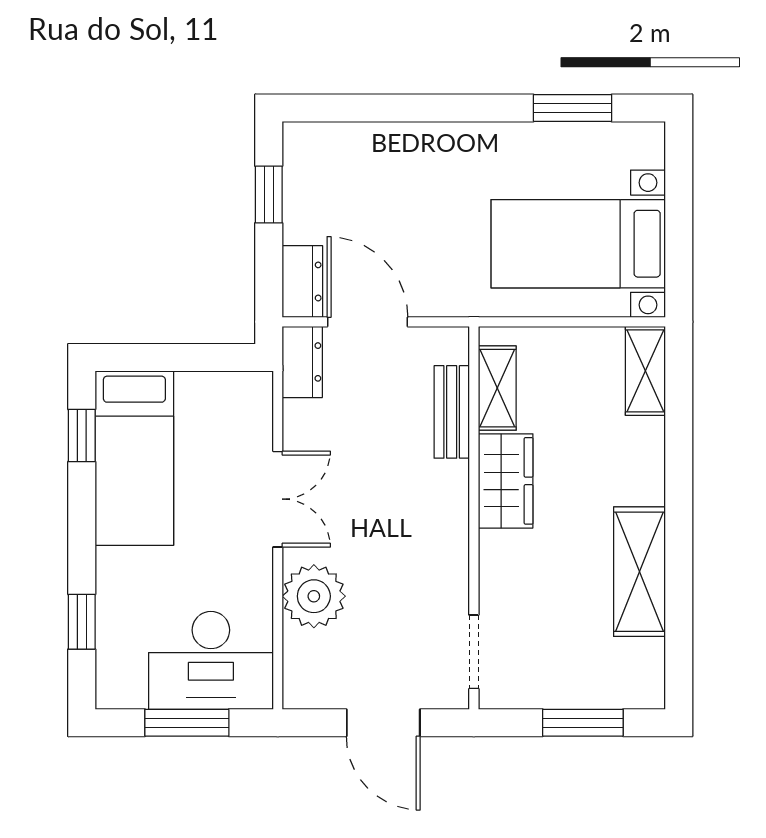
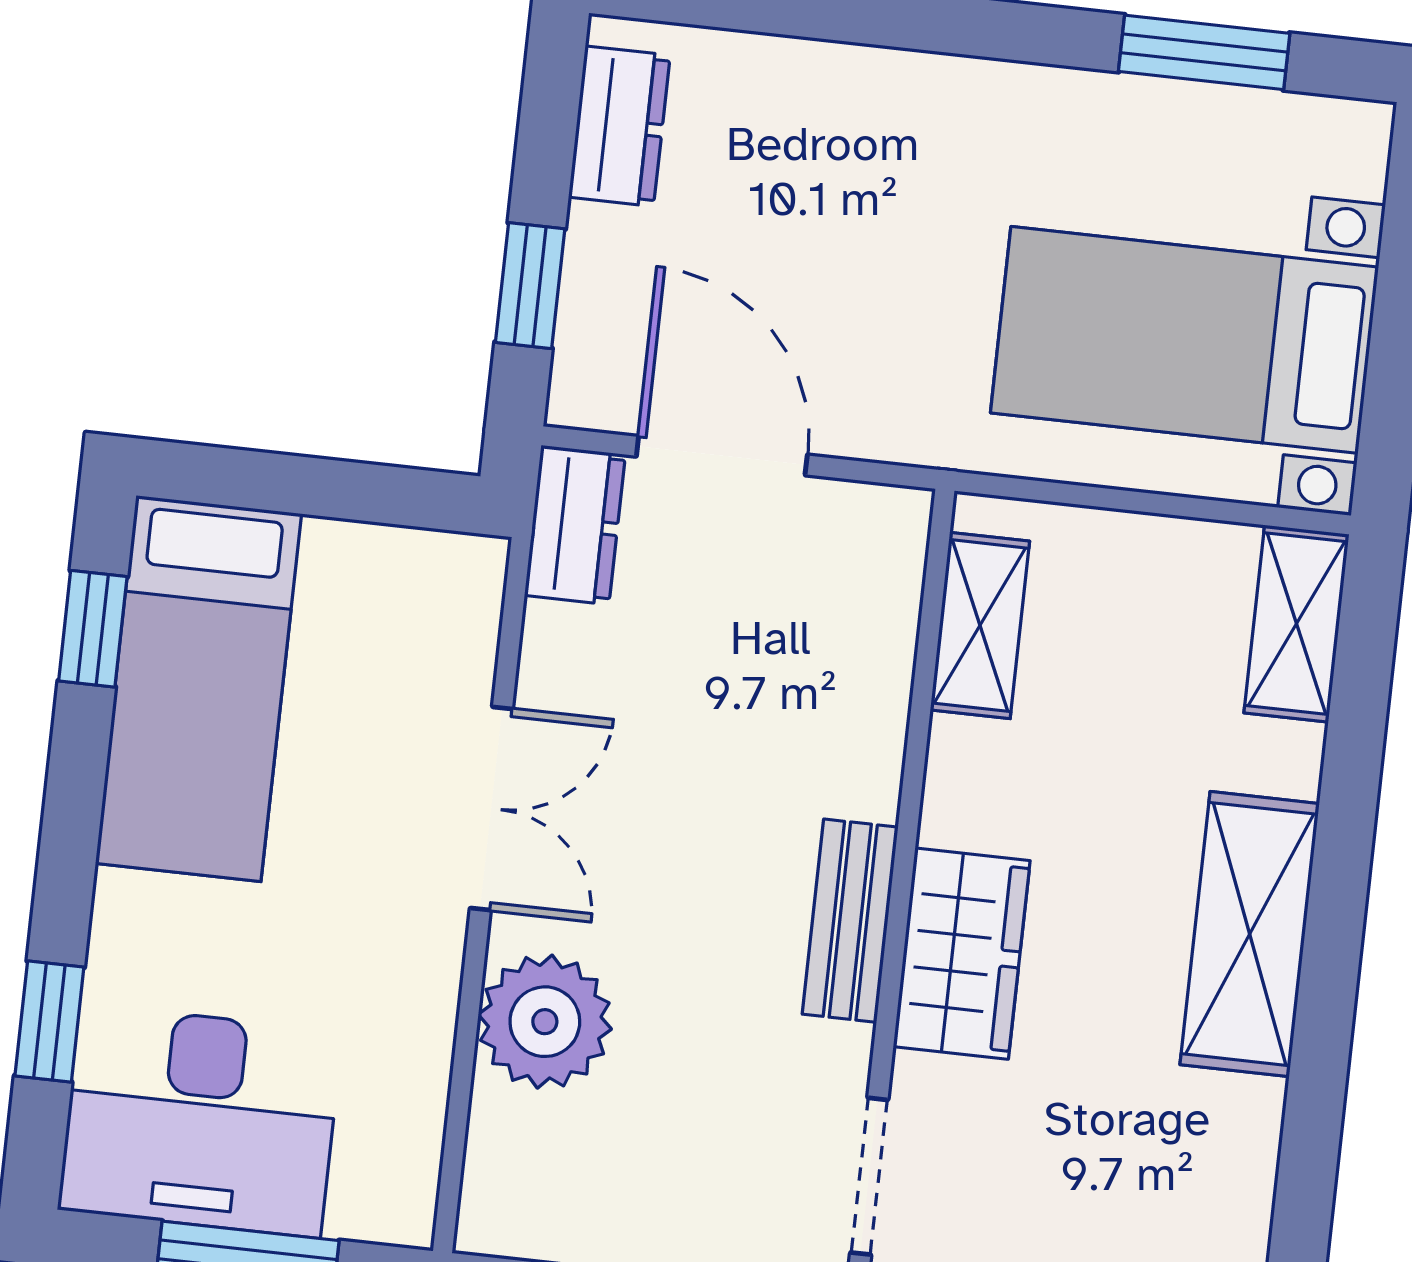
window: (269, 195) -> (530, 286), moved
dresser: (302, 281) -> (619, 126), moved
bench: (452, 412) -> (850, 921), moved
wardrobe: (506, 481) -> (962, 954), moved
shelving: (640, 572) -> (1250, 934), moved
desk: (211, 660) -> (200, 1121), moved

